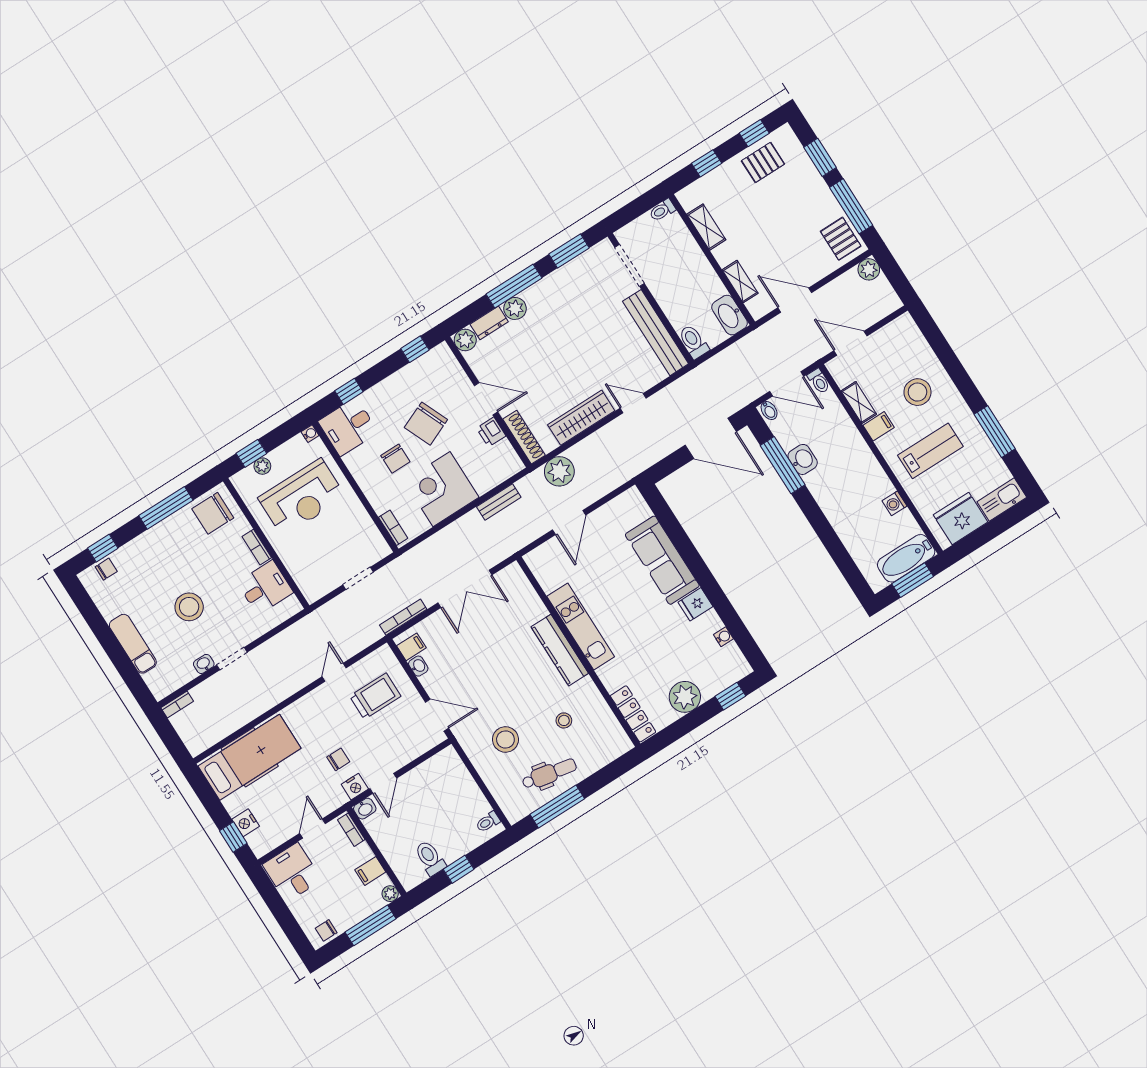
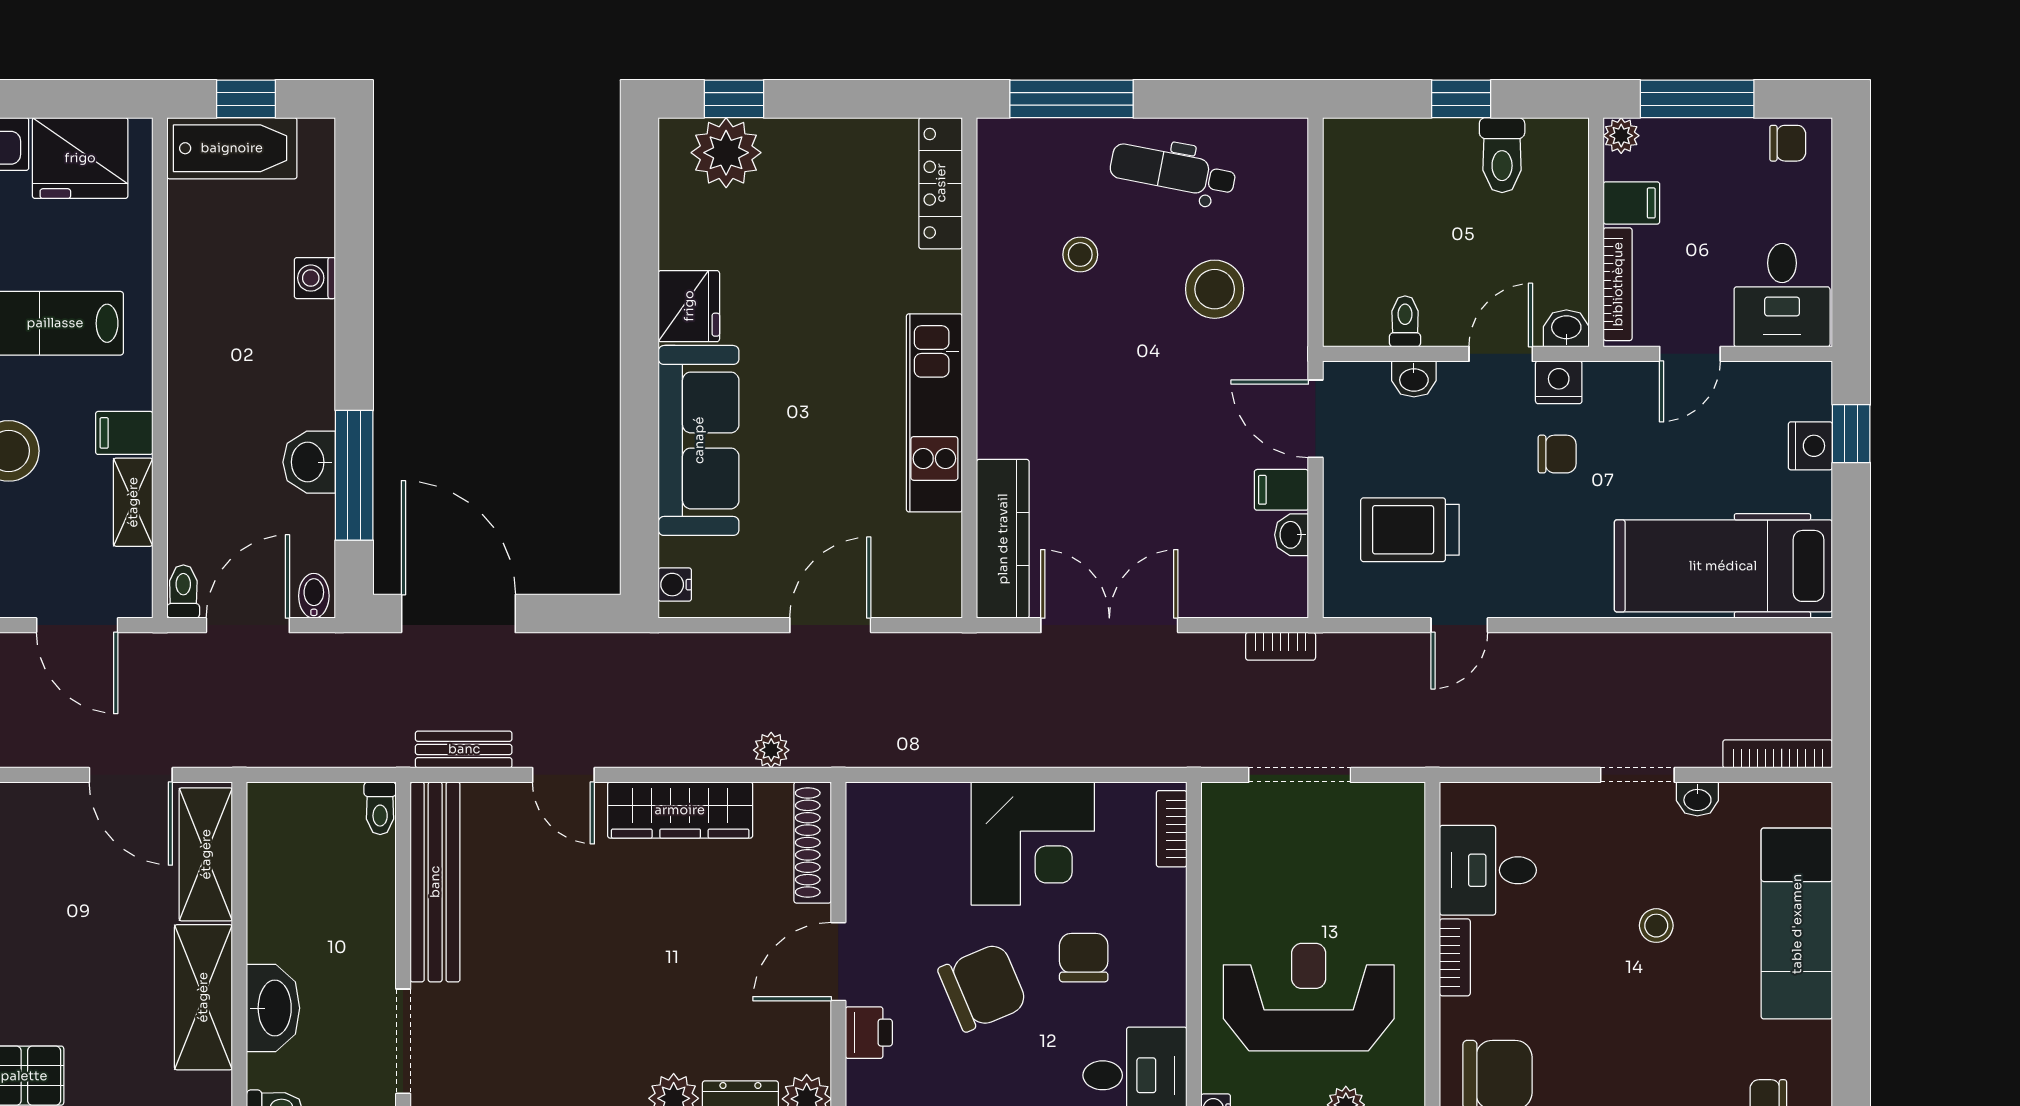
shelving: (706, 227) -> (203, 997), width x1.50, depth x1.33
shelving: (740, 282) -> (206, 854), width x1.50, depth x1.33
washbasin: (730, 315) -> (273, 1008), moved
toilet: (694, 342) -> (380, 808), width x0.73, depth x0.72
door: (787, 384) -> (248, 625), hinge flipped
door: (486, 399) -> (838, 962), hinge flipped
printer: (491, 432) -> (869, 1033), moved
plant: (559, 471) -> (771, 750), width x0.53, depth x0.53
bench: (499, 502) -> (464, 749), moved
washing machine: (895, 503) -> (315, 278), moved, turned 180
doorway: (358, 578) -> (1300, 775), width x1.38
window: (913, 580) -> (246, 99), width x0.67
fridge: (696, 604) -> (689, 306), width x1.38
stool: (189, 607) -> (1656, 926), width x0.53, depth x0.53
bookcase: (403, 617) -> (1281, 646), width x0.64
water cooler: (723, 637) -> (675, 585), moved
exam couch: (133, 644) -> (1797, 924), width x1.36, depth x1.45
filing cabinet: (411, 647) -> (1281, 490), moved
kitchen counter: (560, 650) -> (1003, 539), moved
plant: (685, 697) -> (726, 153), moved
bookcase: (177, 705) -> (1778, 754), width x1.56
washbasin: (410, 753) -> (1414, 379), added
chair: (338, 759) -> (1557, 454), turned 180
window: (557, 806) -> (1072, 99), moved
toilet: (488, 822) -> (1405, 321), moved, turned -90
bookcase: (351, 830) -> (1618, 284), width x1.56

